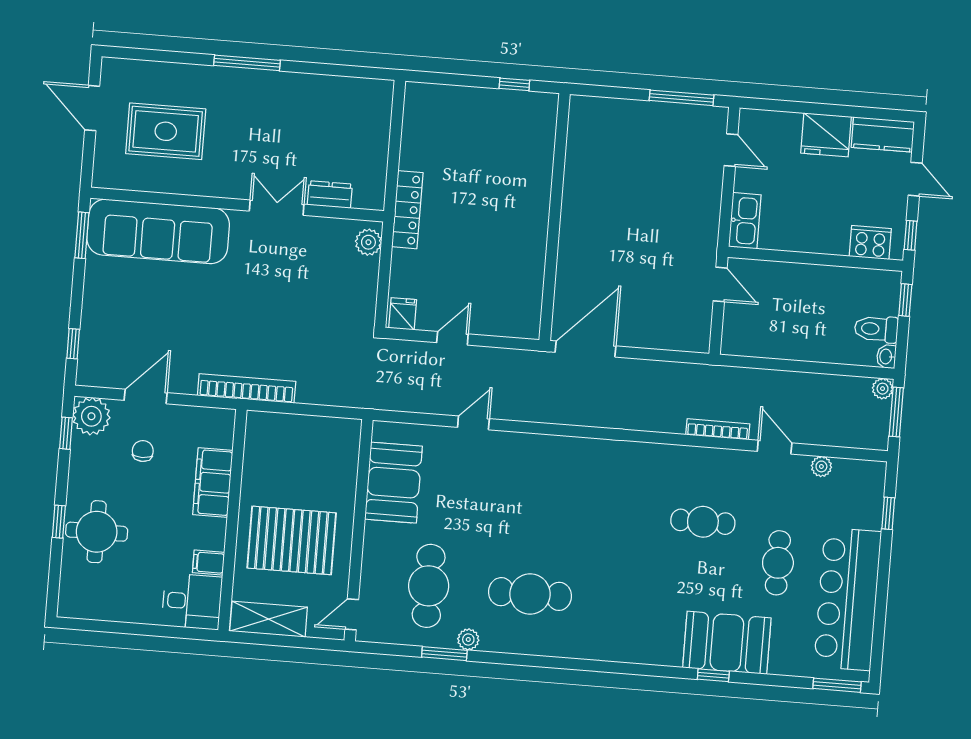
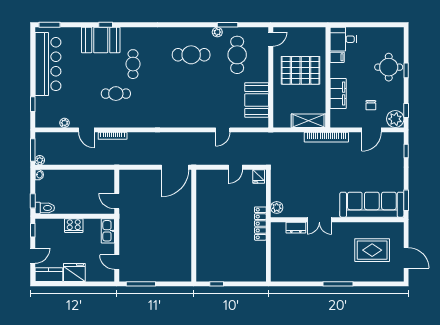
door: (915, 179) -> (33, 256), swing flipped
cooker: (870, 242) -> (74, 226), moved
toilet: (876, 329) -> (45, 208), moved
cafe table: (778, 563) -> (133, 64), moved
shelving: (269, 619) -> (308, 121), moved

